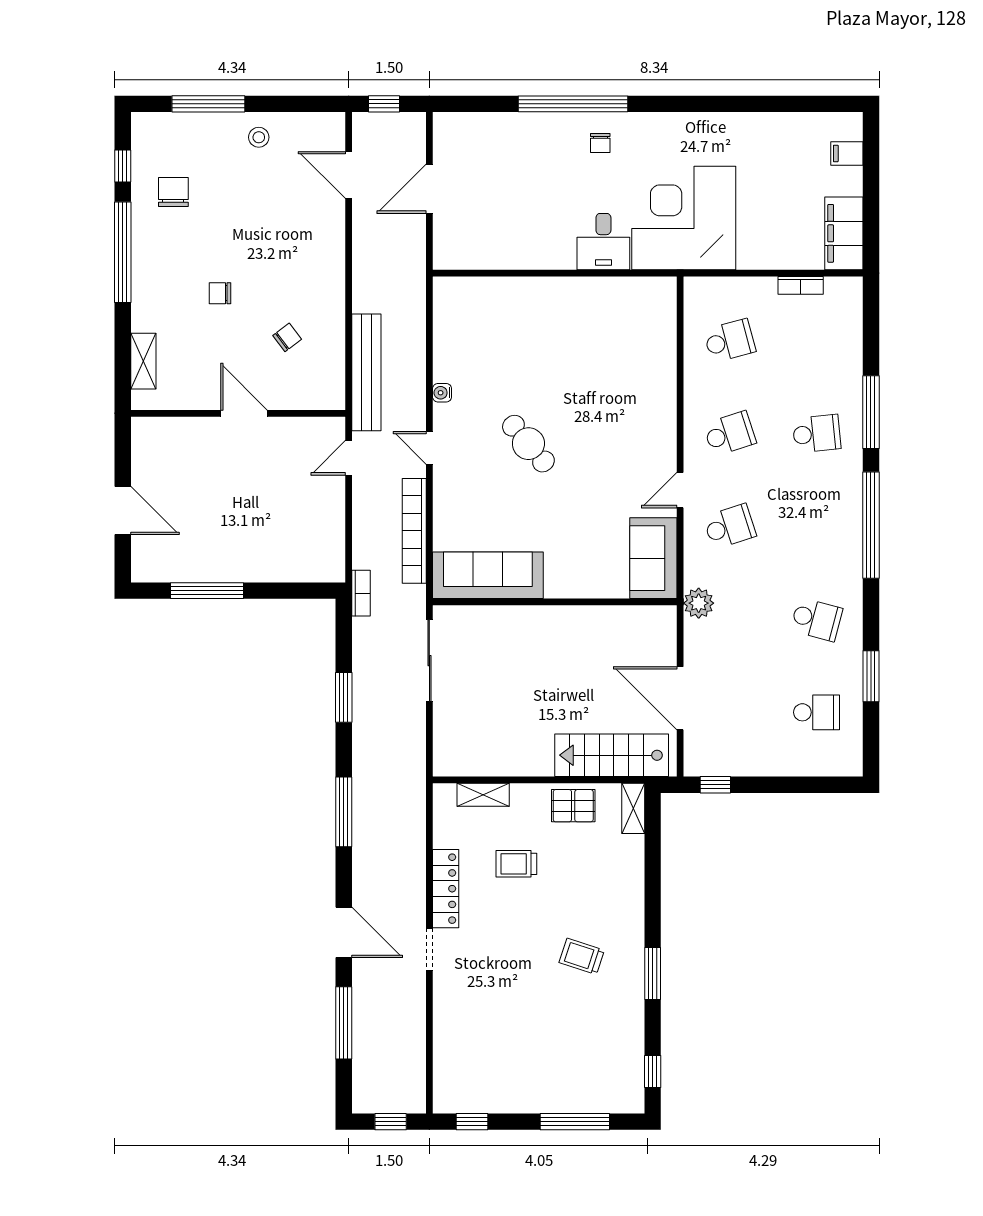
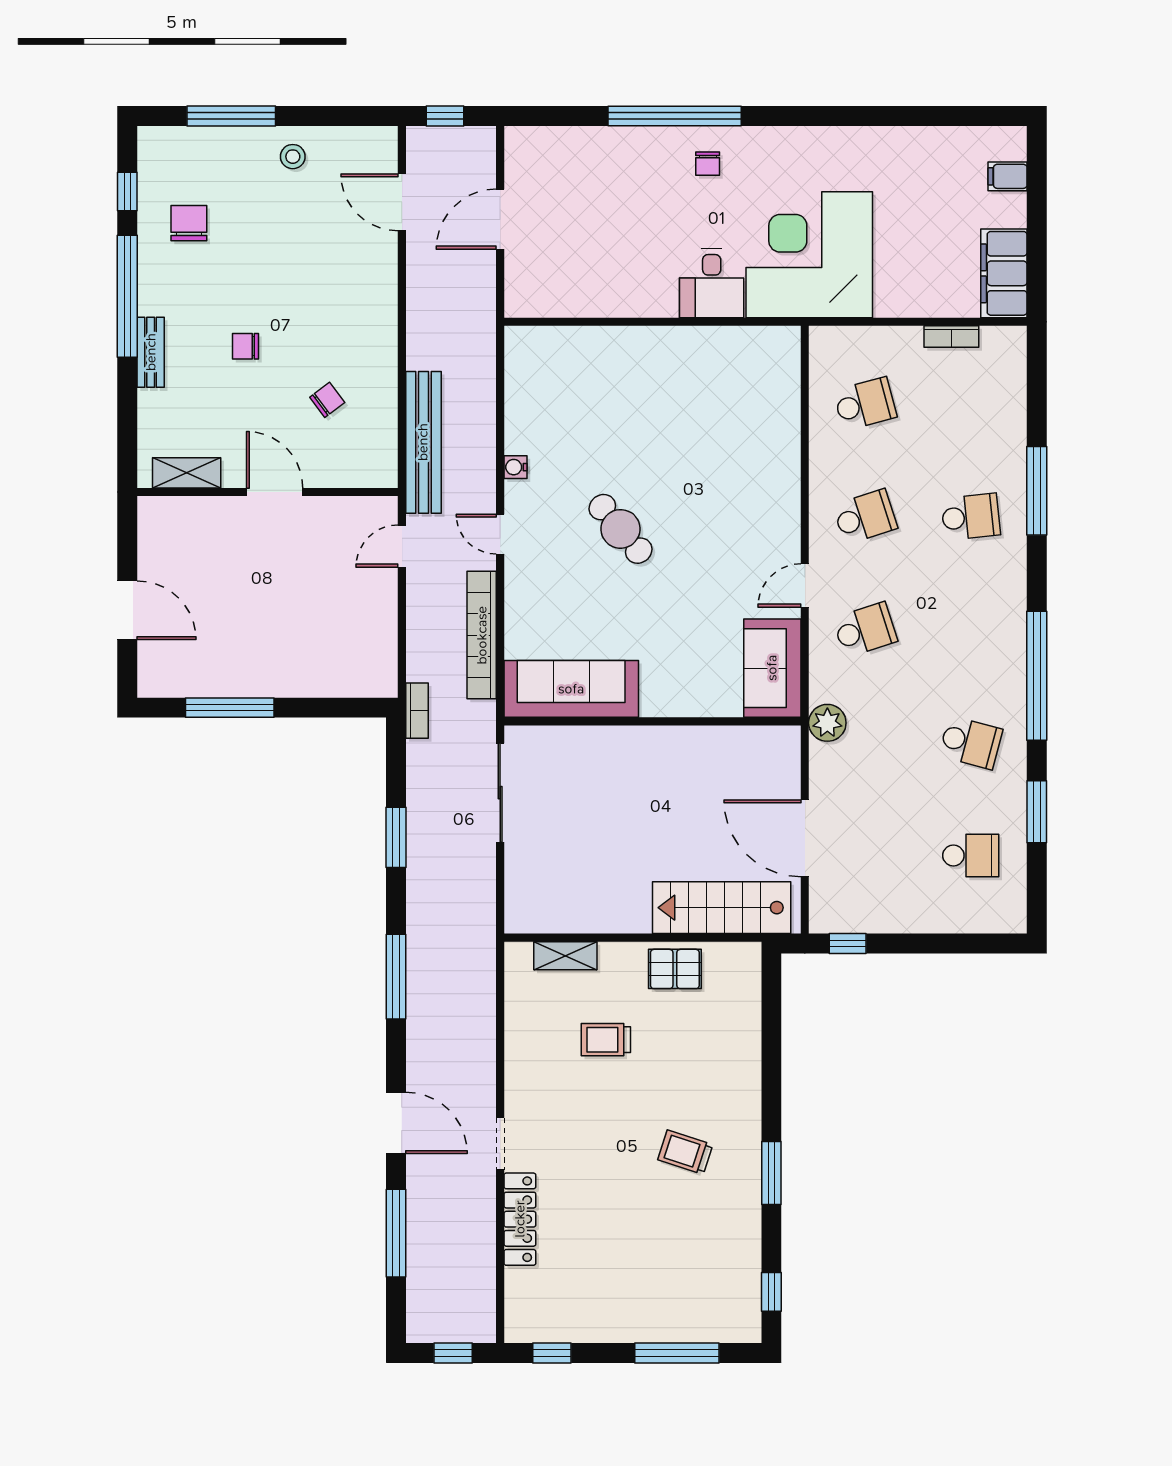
bench: (142, 298) -> (151, 352), added
shelving: (143, 361) -> (187, 473), moved, turned 90
window: (871, 525) -> (1037, 676), moved
shelving: (633, 808) -> (748, 972), removed
locker: (446, 889) -> (520, 1219), moved

